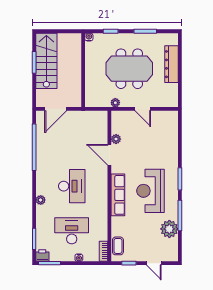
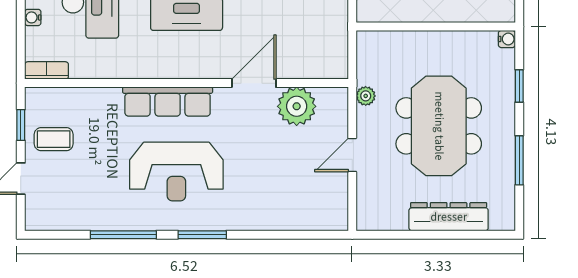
plant: (116, 139) -> (297, 106), width x1.88, depth x1.88
reception desk: (151, 191) -> (176, 172), turned 180
plant: (169, 229) -> (94, 212), removed
coffee table: (118, 246) -> (54, 139), moved

